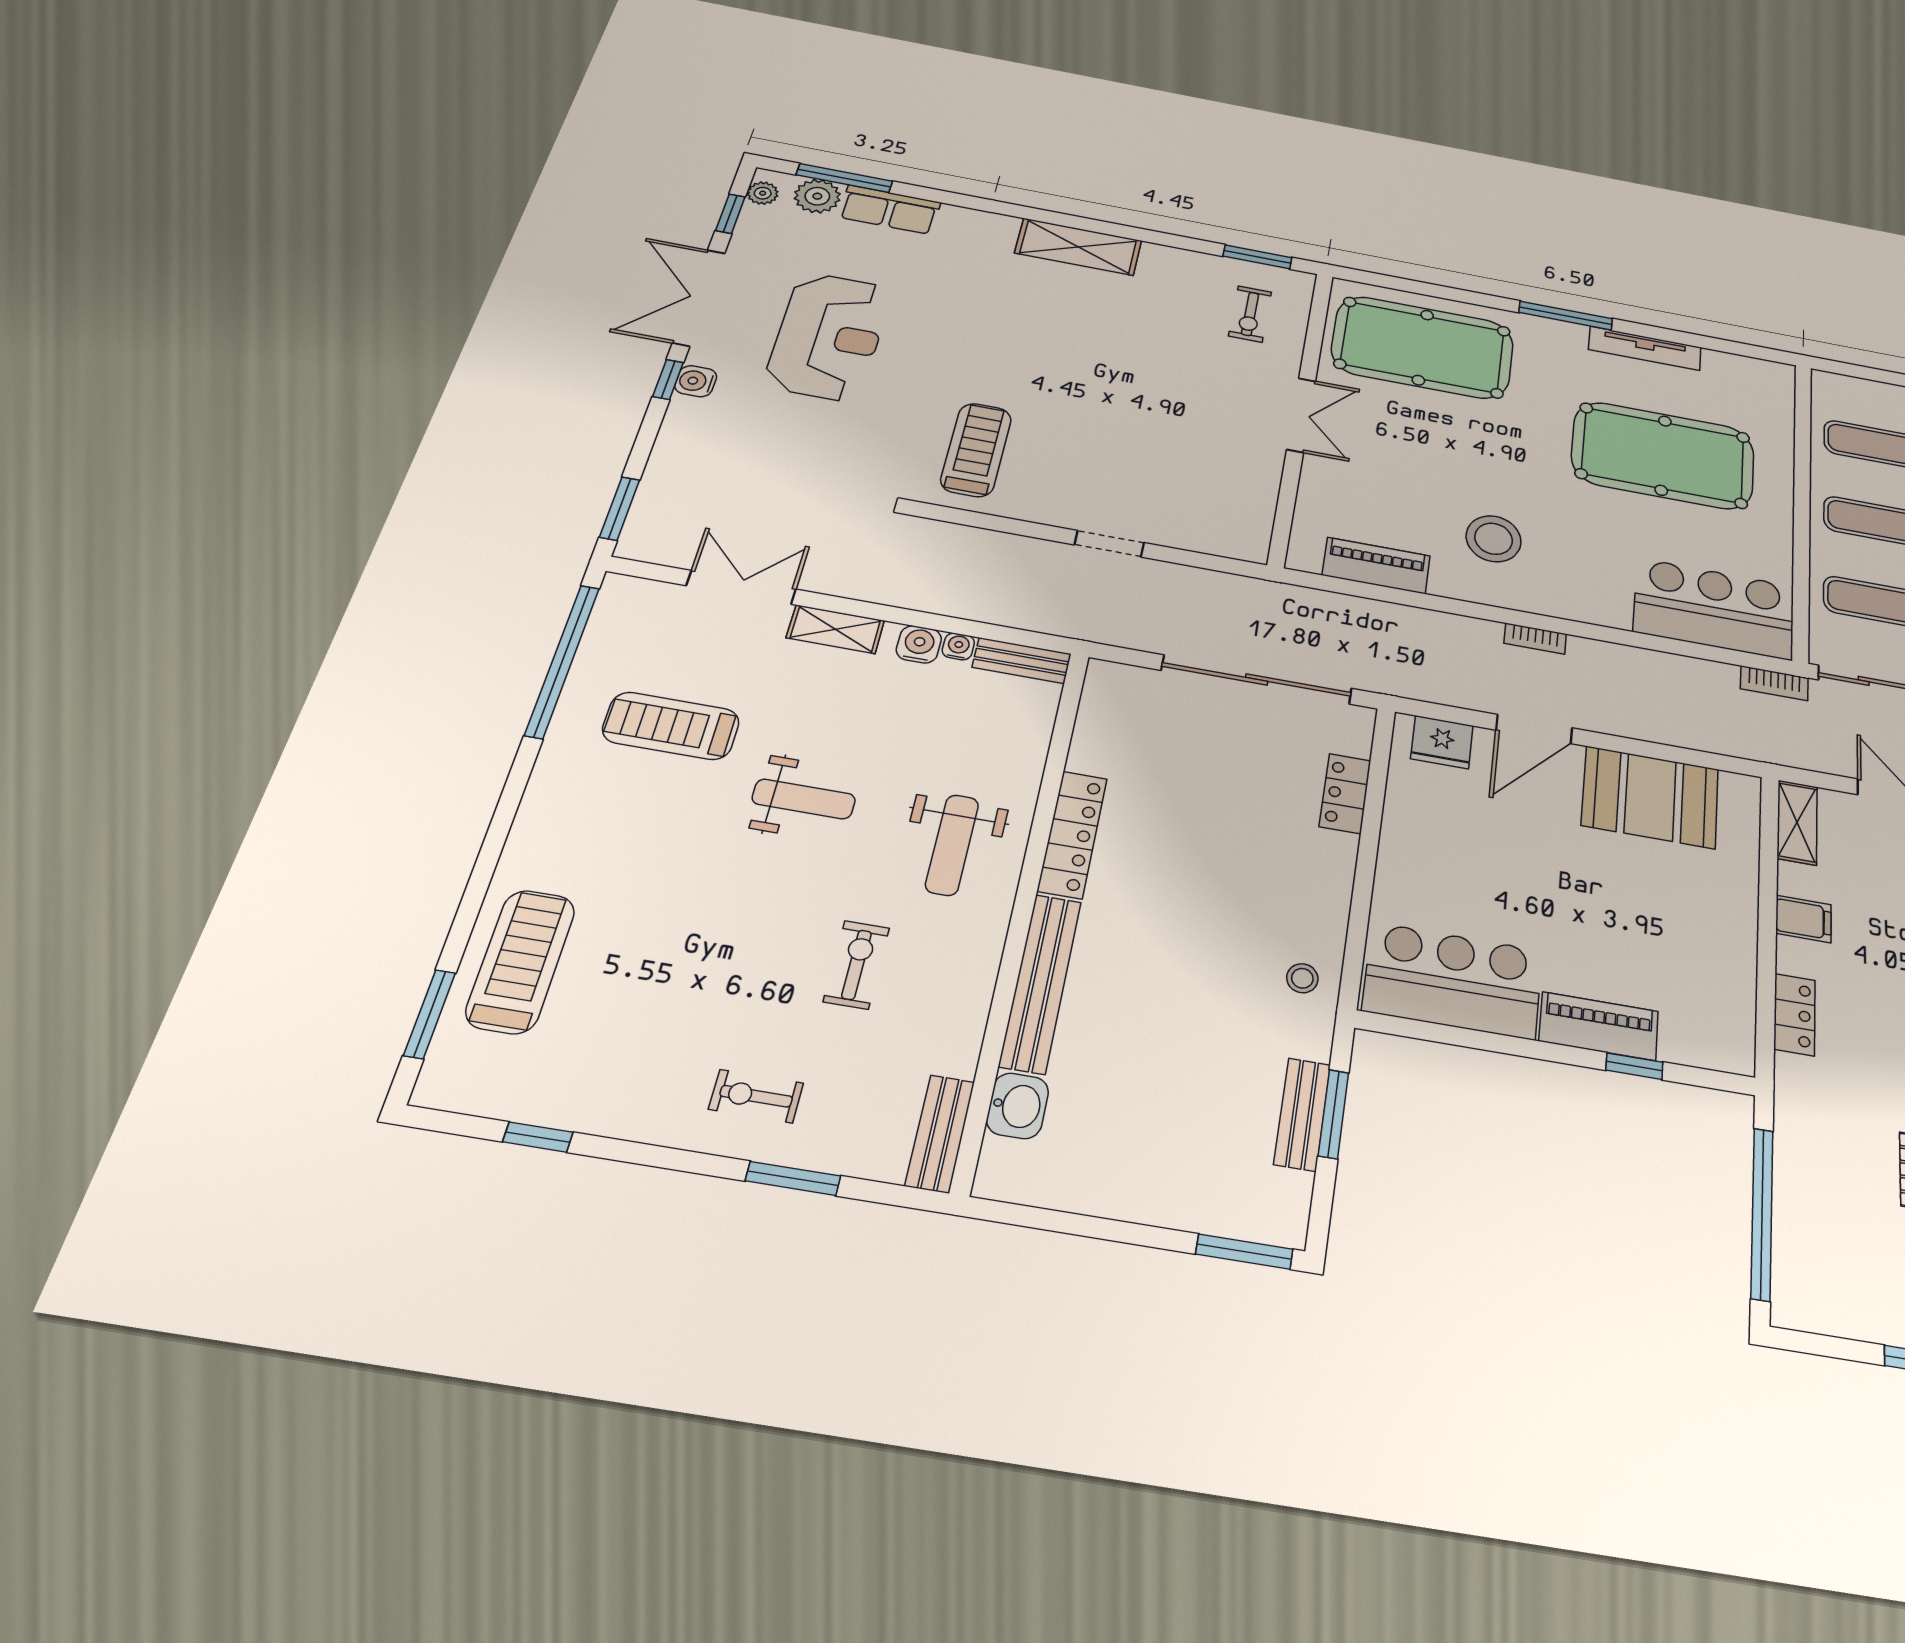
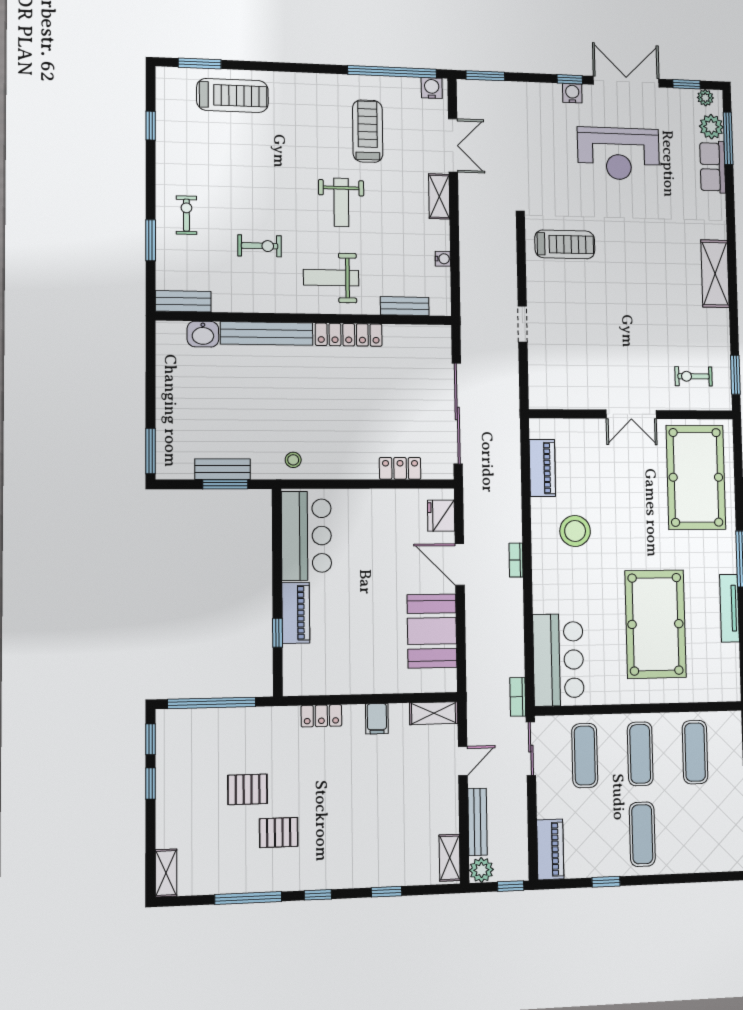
water cooler: (919, 644) -> (432, 88), moved, turned -90
bench: (1022, 661) -> (405, 306), moved, turned 90
window: (1828, 1346) -> (150, 739), added

